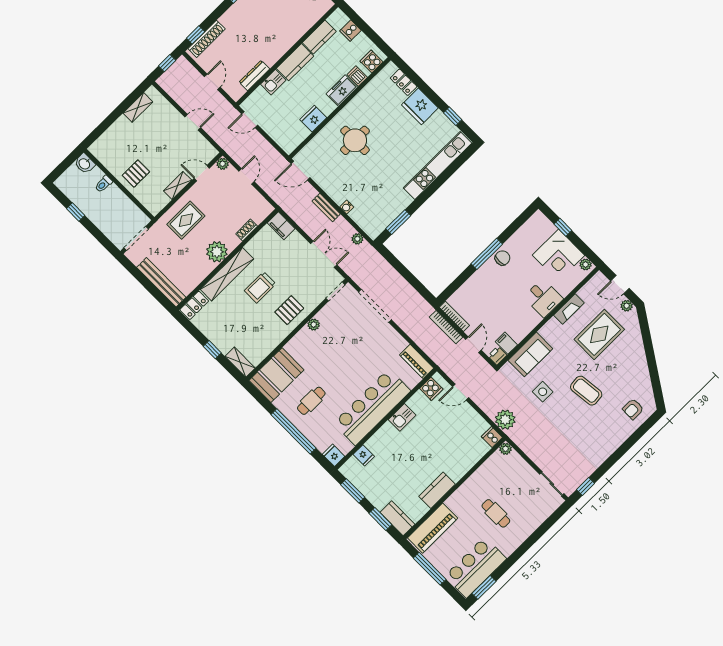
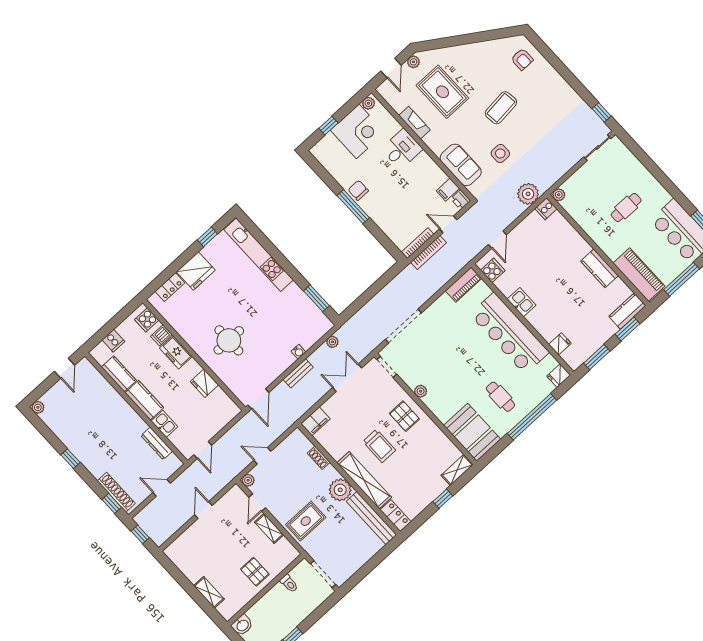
shelving: (138, 107) -> (209, 592), moved
toilet: (104, 184) -> (289, 583), moved
rug: (186, 220) -> (306, 521), turned 90
bench: (161, 282) -> (371, 518), moved, turned 90

